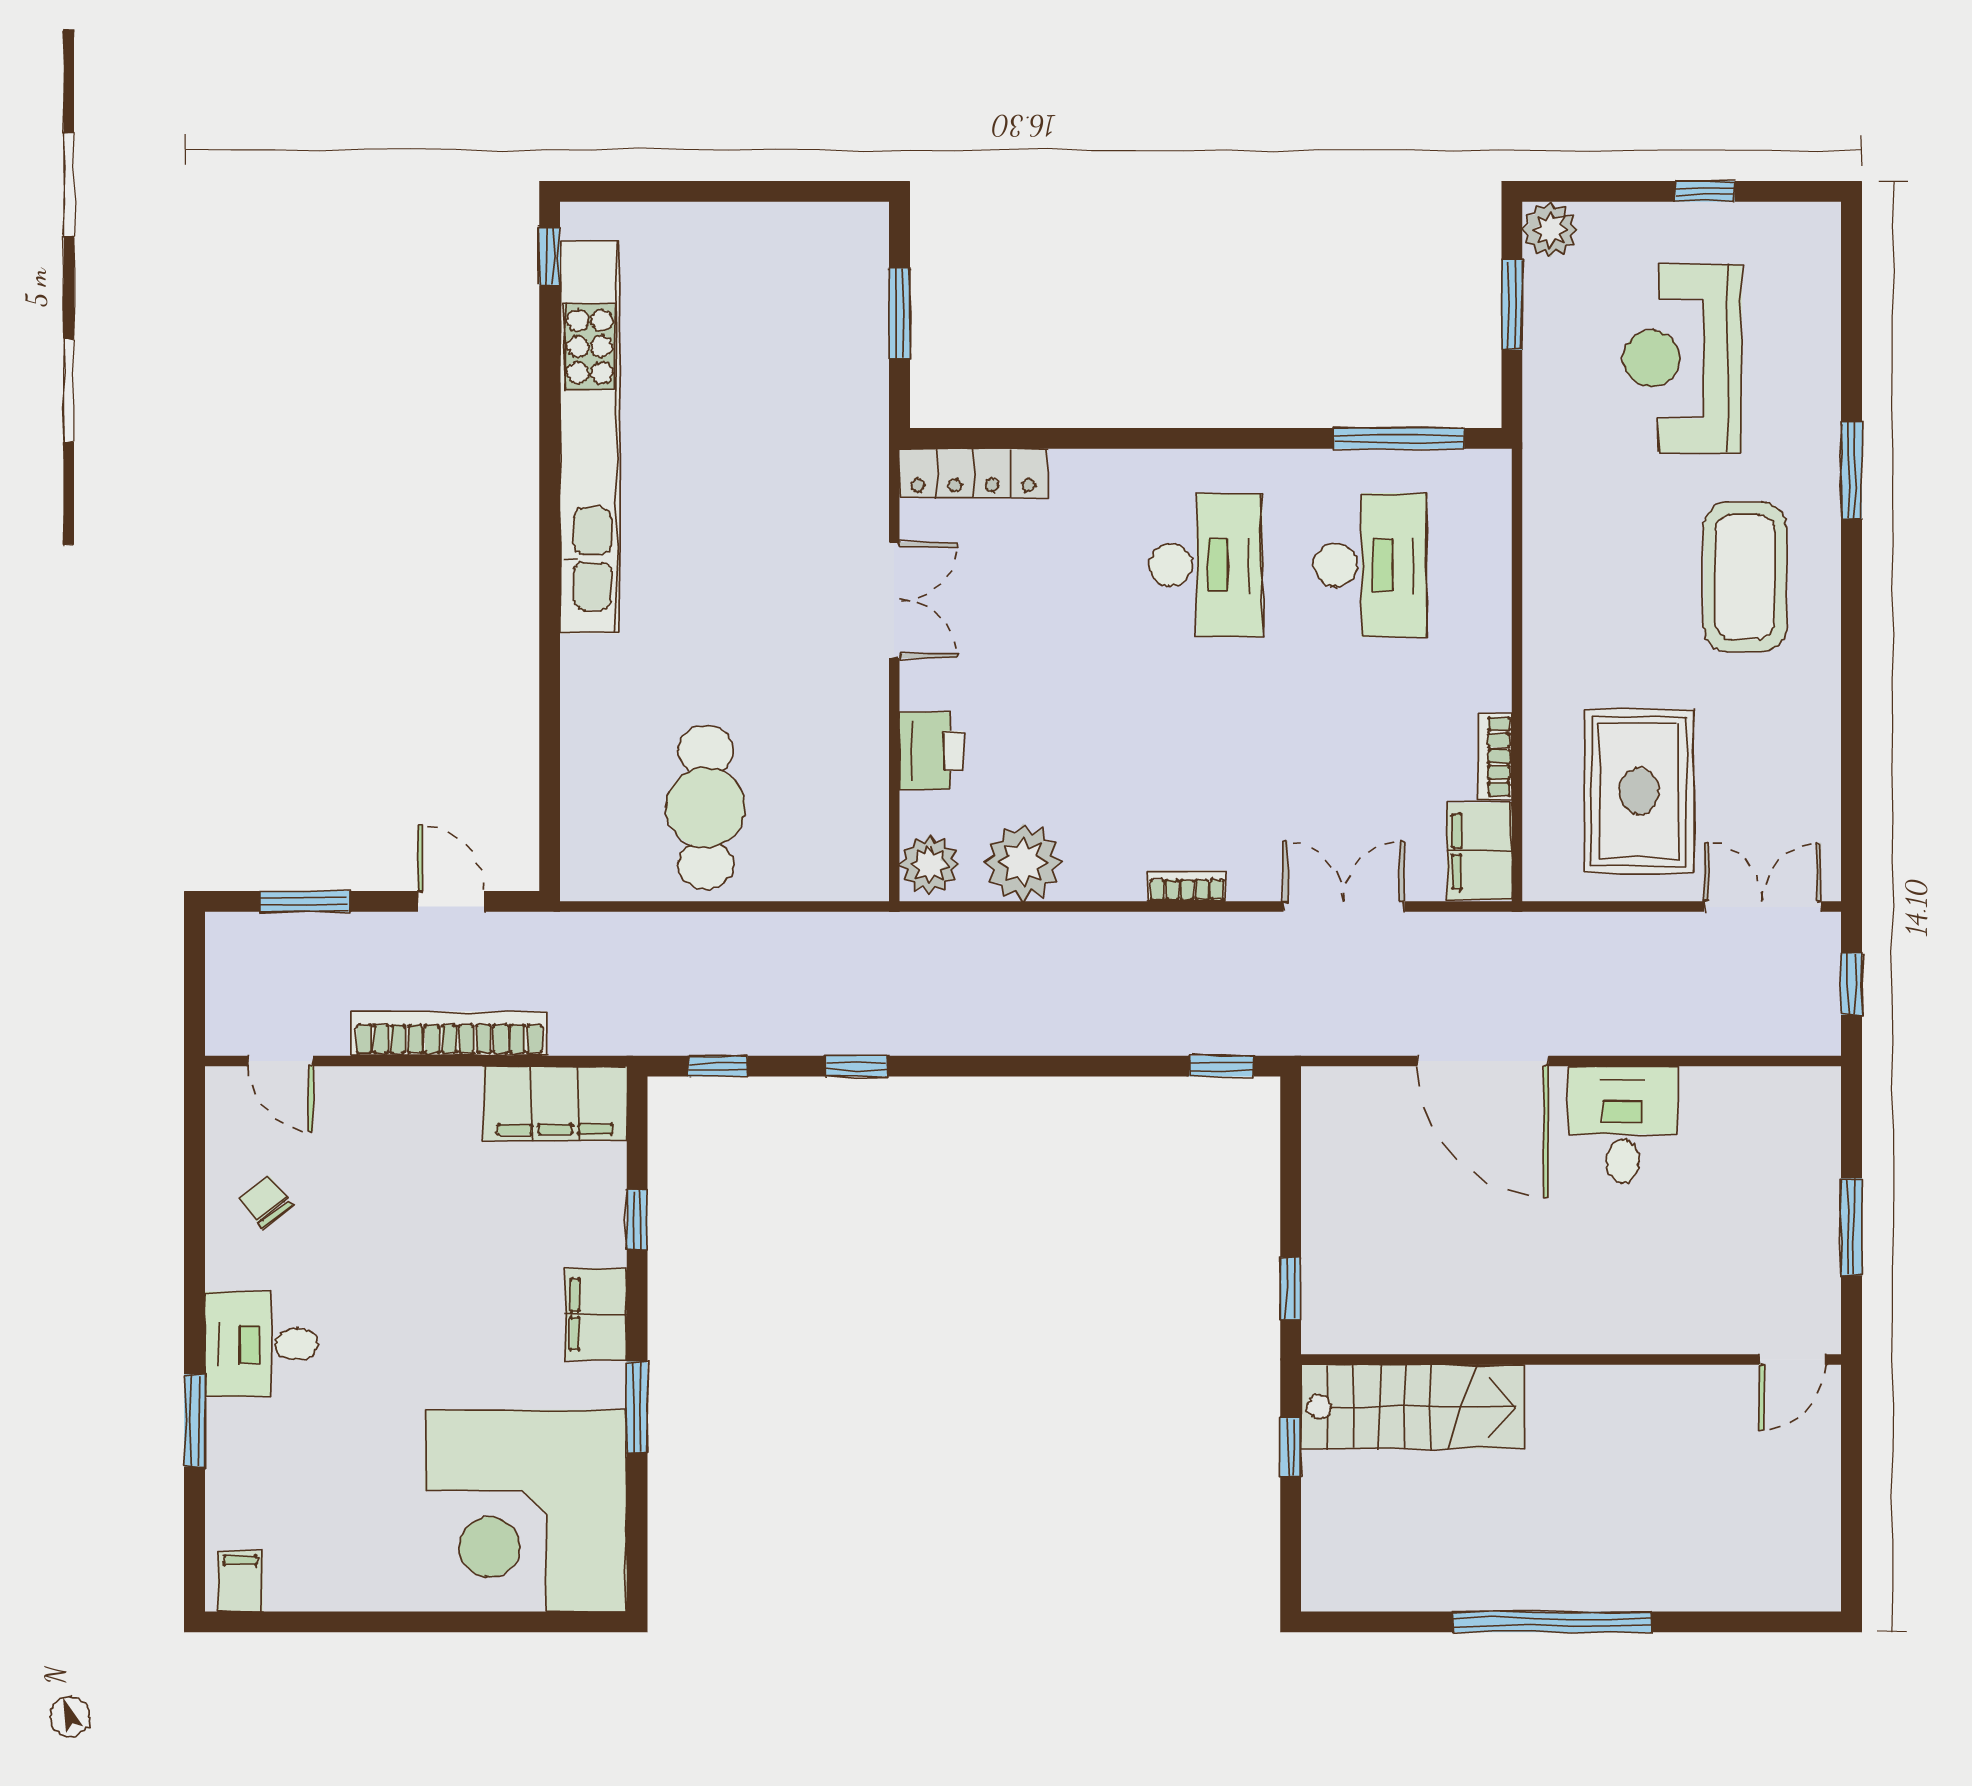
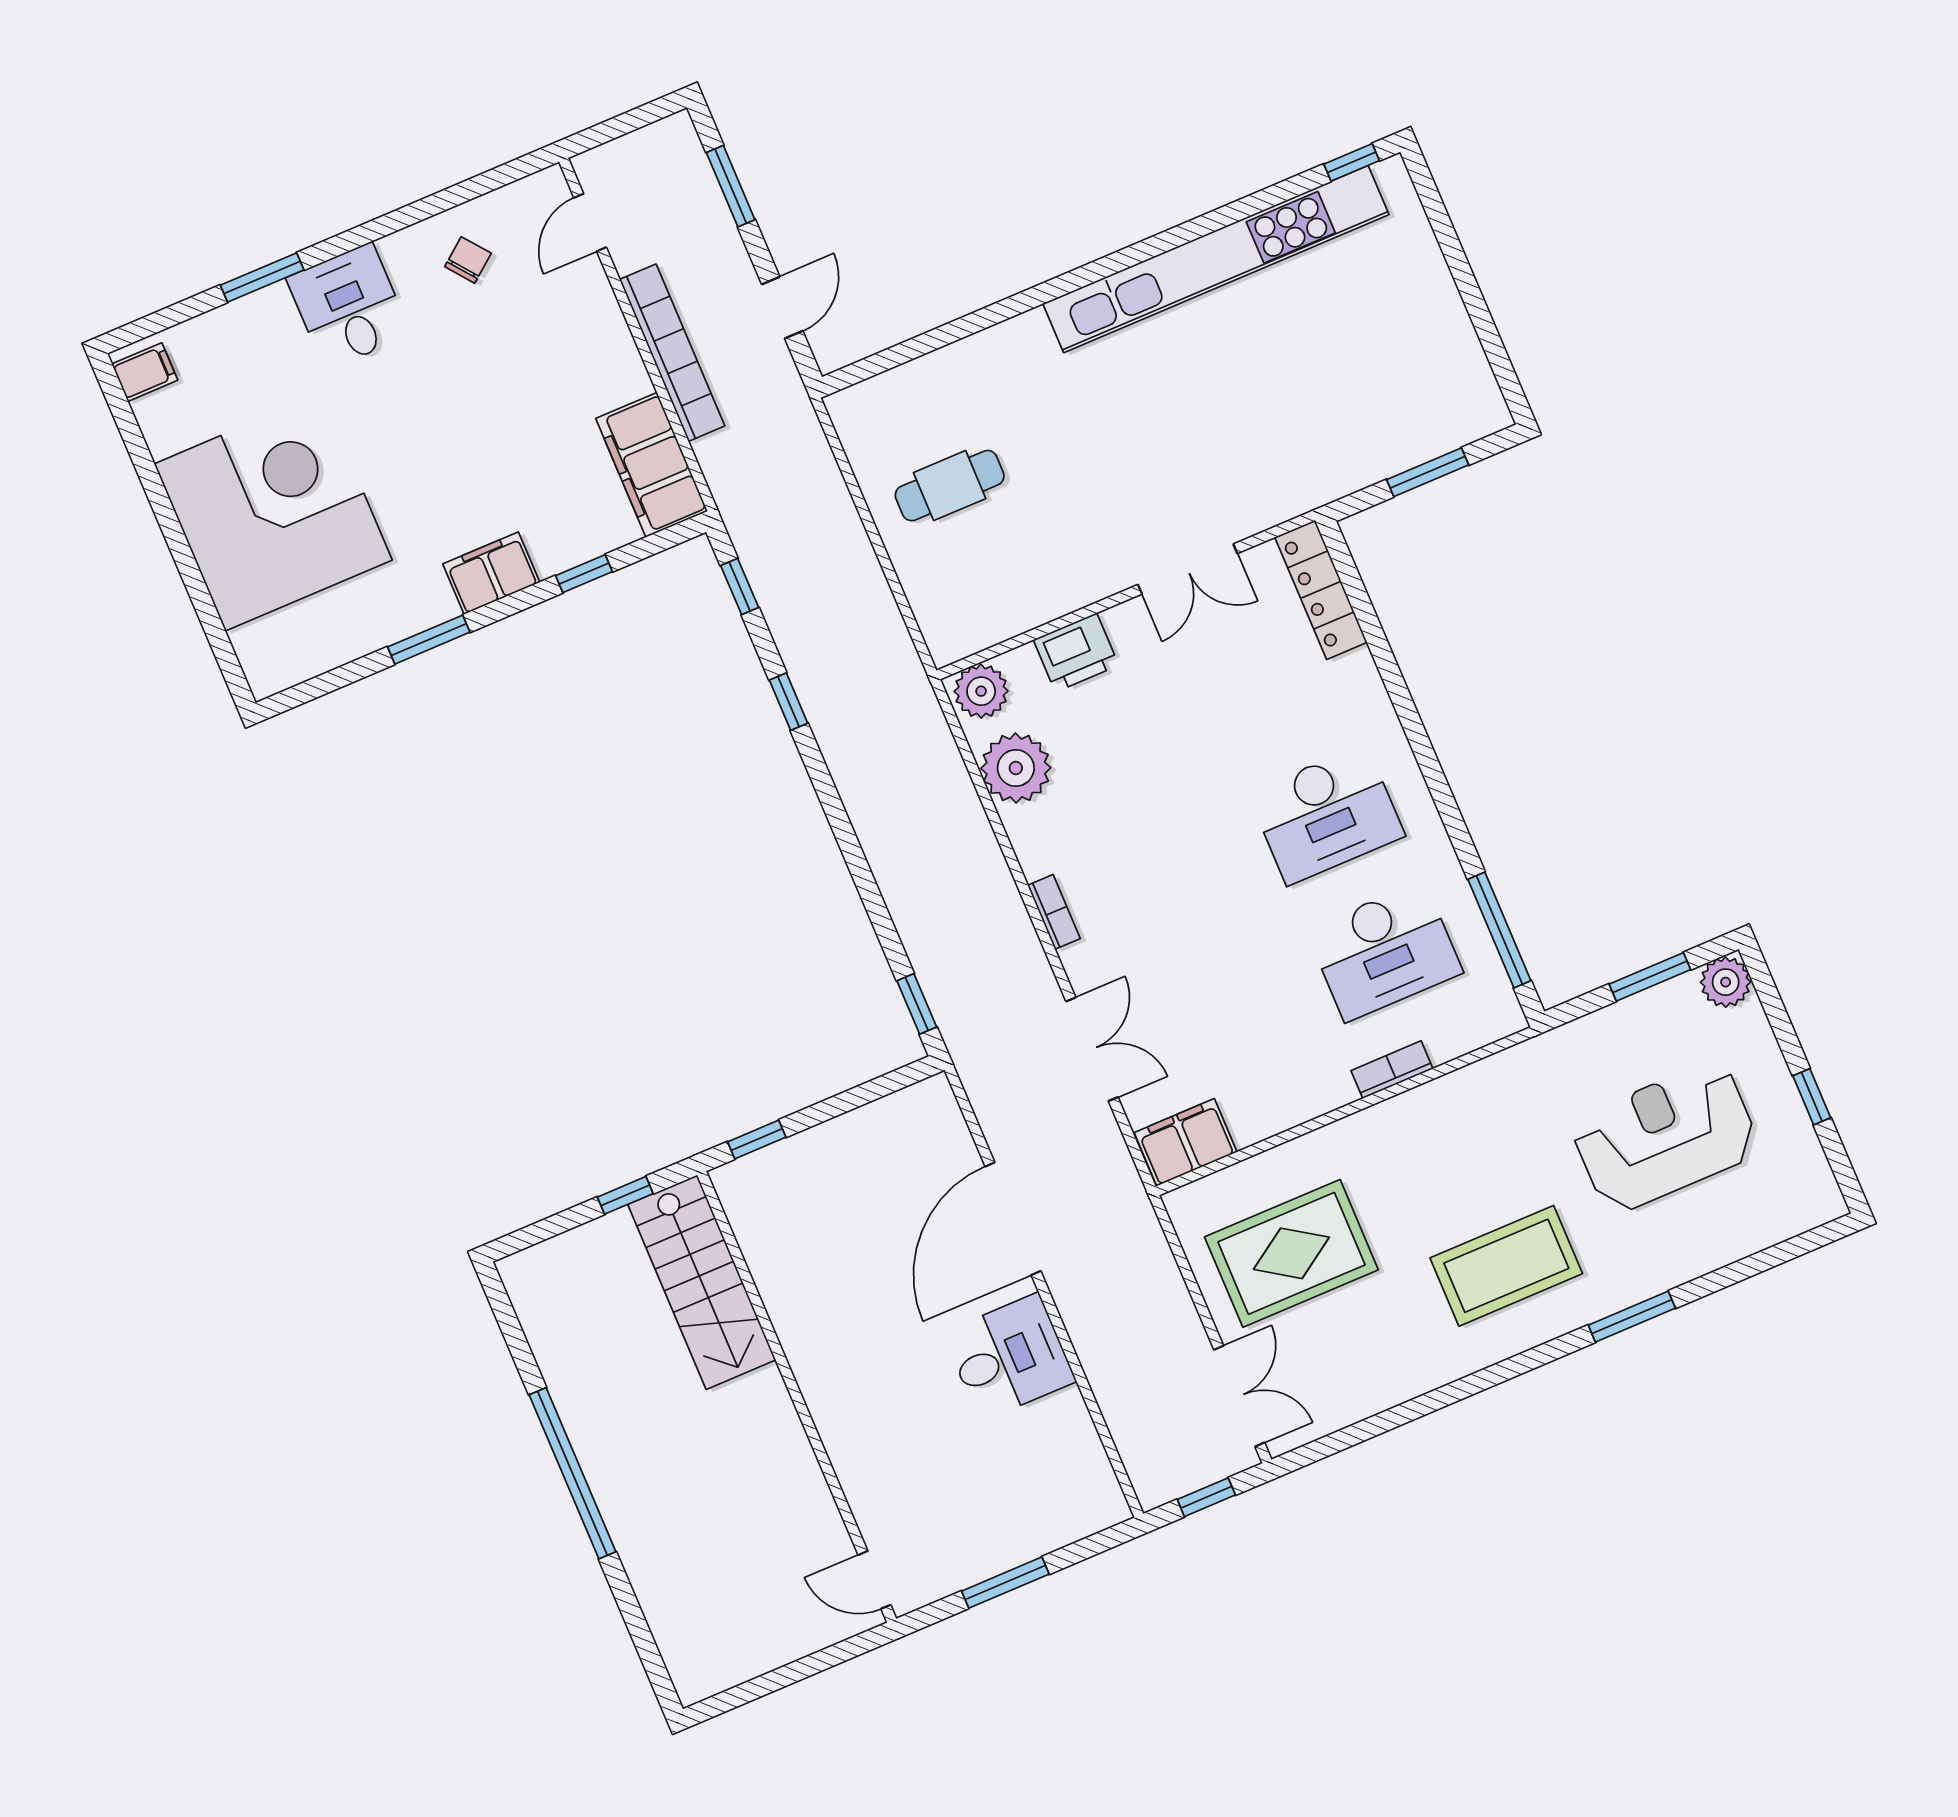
bookcase: (1495, 756) -> (1392, 1070), moved
cafe table: (706, 808) -> (950, 486), width x0.73, depth x0.74
corner desk: (526, 1511) -> (273, 512), moved, turned 90

